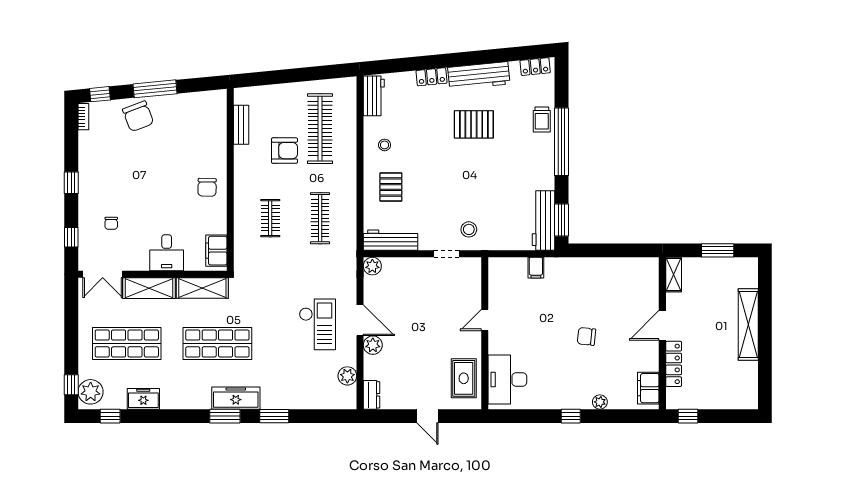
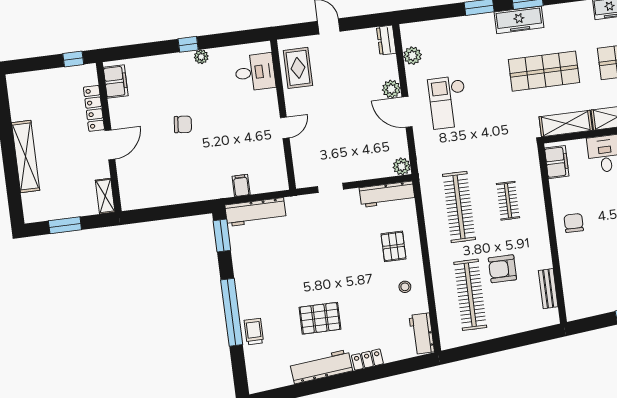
locker: (535, 67) -> (267, 383), removed
clothes rail: (320, 218) -> (459, 207), width x1.37, depth x1.31
workbench: (544, 220) -> (255, 212), moved, turned 90
stool: (469, 229) -> (312, 215), removed
desk: (507, 380) -> (255, 72), width x0.73
plant: (600, 402) -> (201, 57), moved

